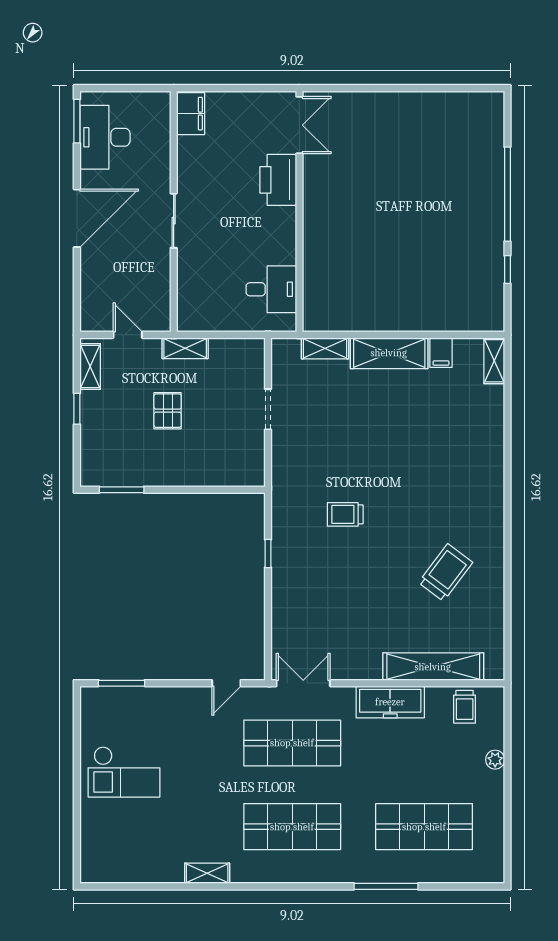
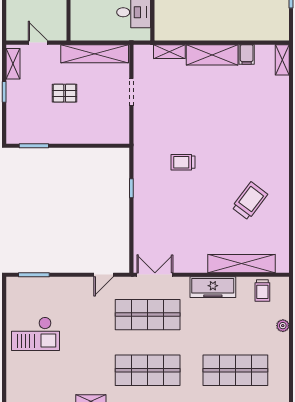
shelving: (185, 348) -> (95, 54), width x2.20, depth x1.33
pallet: (168, 411) -> (65, 93), turned 90

